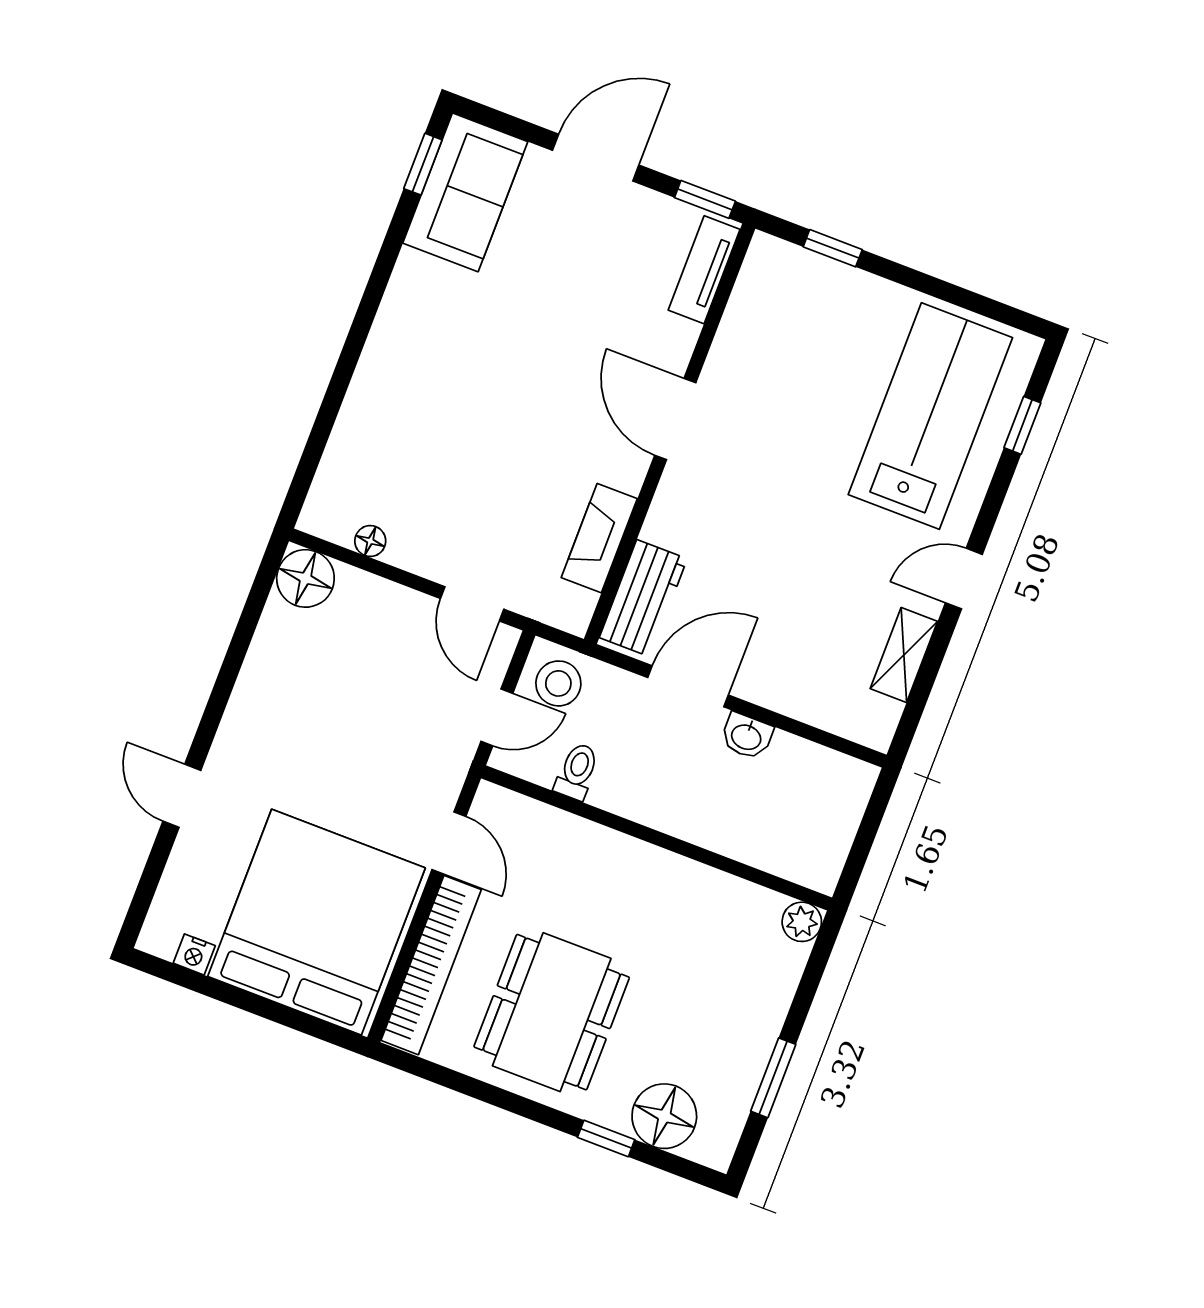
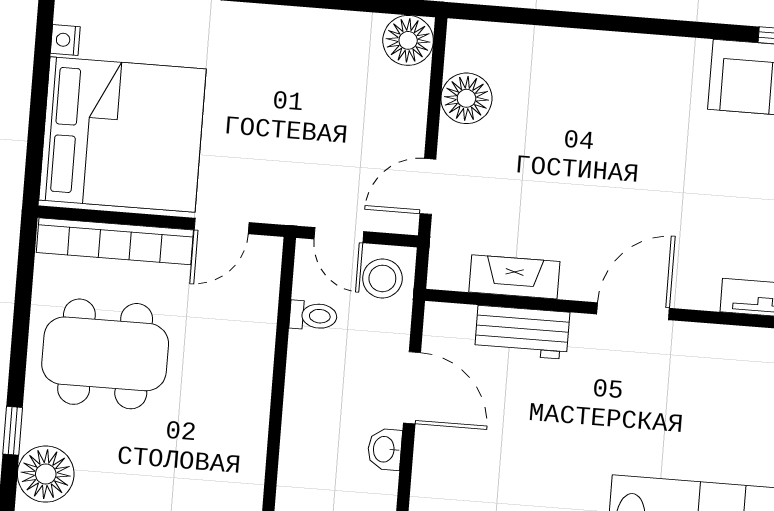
floor lamp: (370, 541) -> (466, 98), width x1.89, depth x1.89
workbench: (643, 598) -> (522, 332), moved

